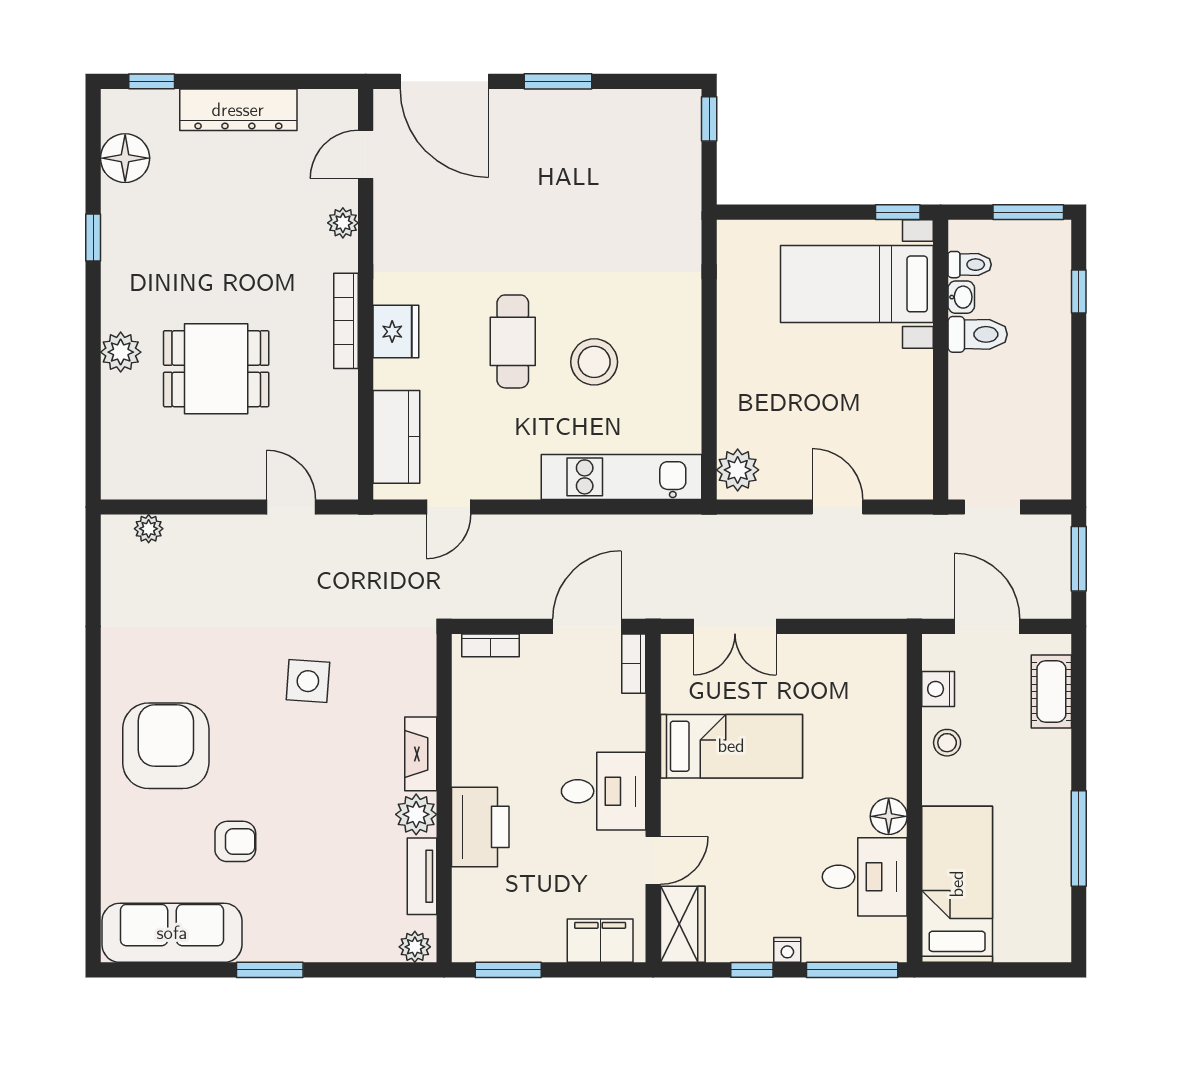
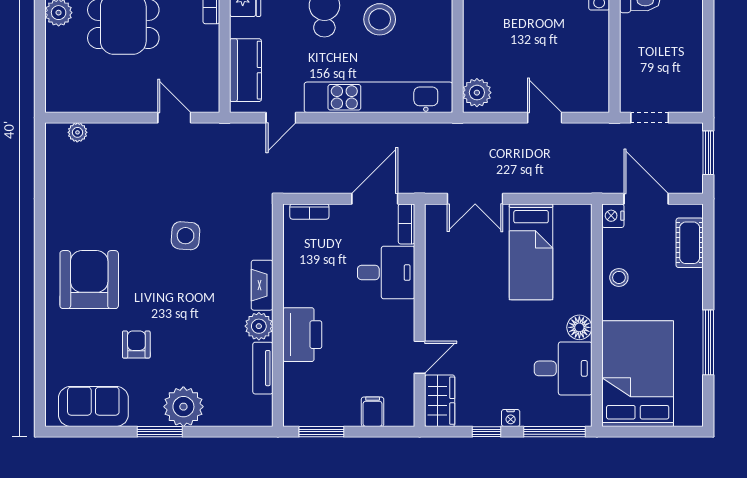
kitchen unit: (622, 477) -> (378, 97), width x1.36
nightstand: (938, 689) -> (613, 216), moved
bed: (731, 746) -> (531, 252), moved, turned 90
desk: (604, 791) -> (386, 273), moved
armchair: (235, 841) -> (136, 344), turned -90
bed: (957, 884) -> (638, 374), width x1.50
sofa: (172, 933) -> (93, 406), width x0.73
filing cabinet: (600, 941) -> (373, 412), width x0.50
plant: (415, 947) -> (183, 407), moved, width x1.87, depth x1.87

